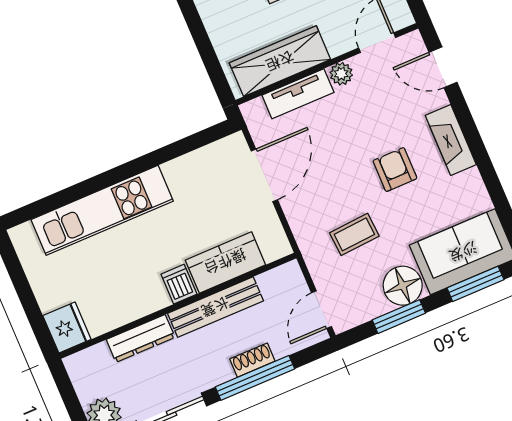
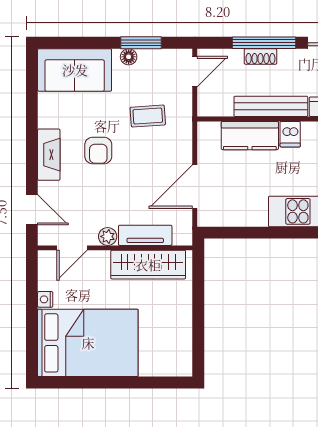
window: (475, 284) -> (75, 43), removed
floor lamp: (403, 286) -> (129, 57), width x0.53, depth x0.53

